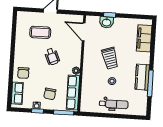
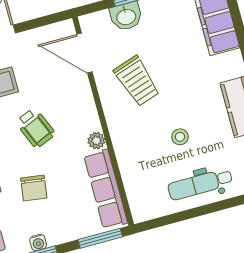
trolley: (110, 58) -> (137, 81), moved
chair: (50, 94) -> (34, 188), moved
dental chair: (114, 104) -> (200, 184), turned 180

